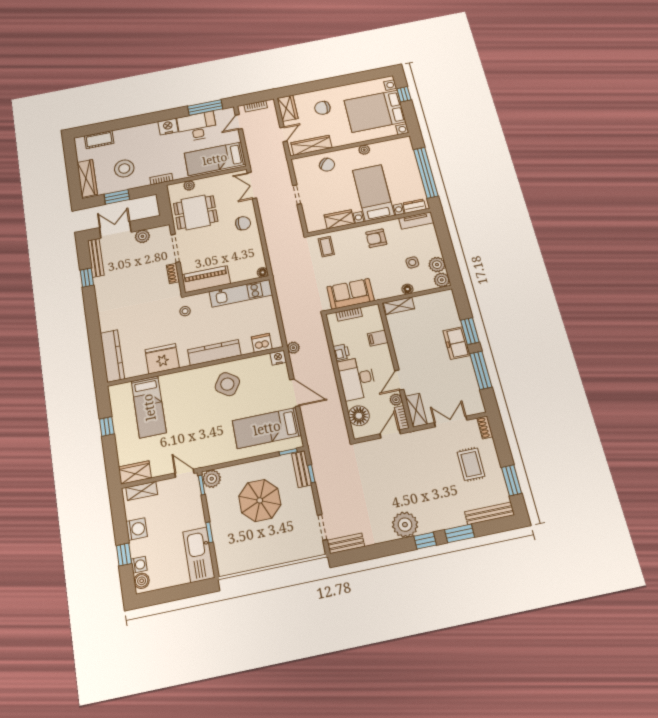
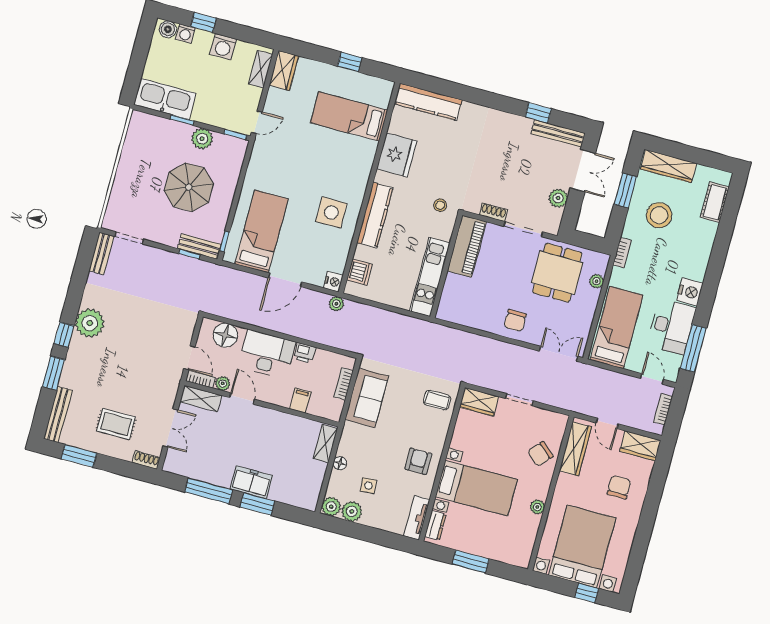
window: (426, 173) -> (471, 562), width x0.47
wardrobe: (339, 219) -> (479, 402), moved, turned 90
floor lamp: (263, 272) -> (442, 313), removed
side table: (227, 384) -> (331, 212), turned -34
plant: (212, 479) -> (202, 139), moved

